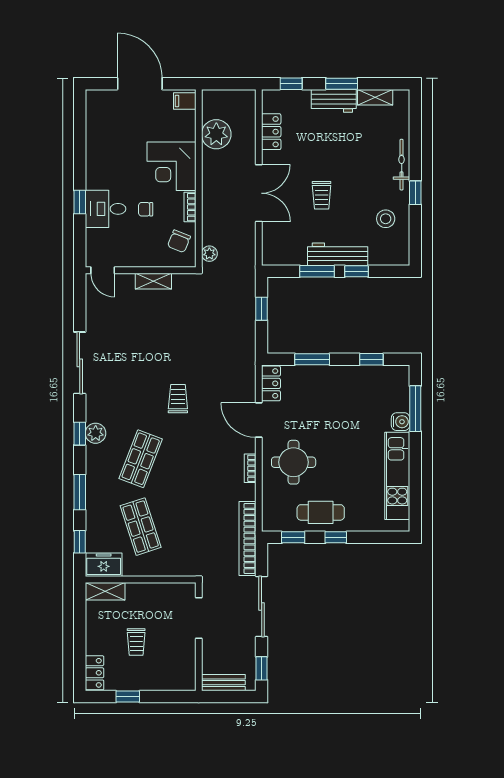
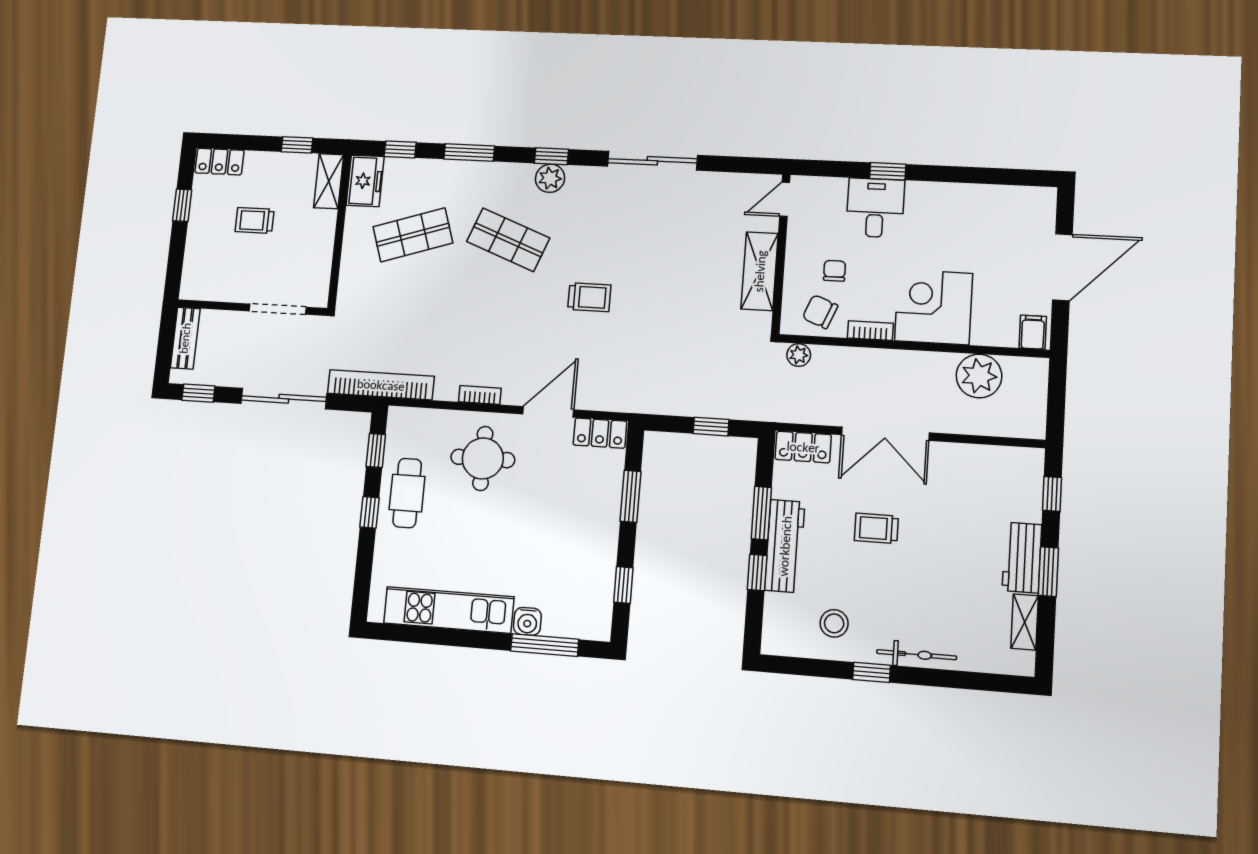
locker: (271, 132) -> (803, 447), moved
chair: (146, 209) -> (835, 271), moved
shelving: (153, 281) -> (760, 271), width x1.50, depth x1.33
window: (80, 617) -> (297, 145), added

